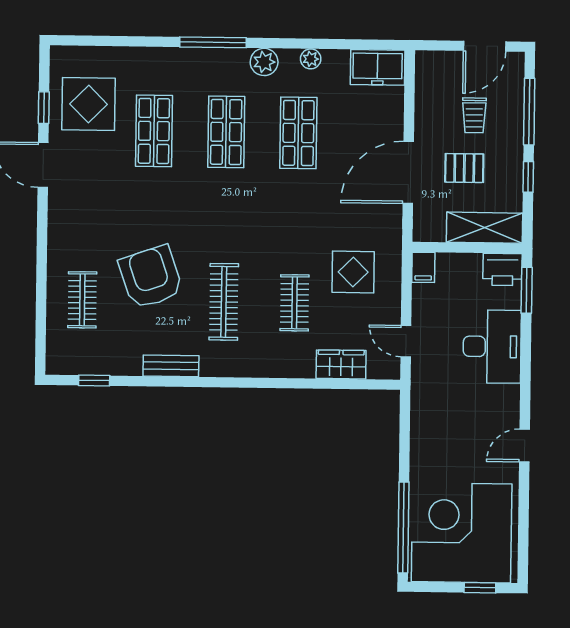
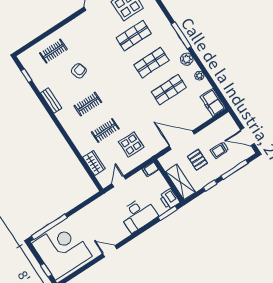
armchair: (151, 277) -> (79, 71), width x0.53, depth x0.53
clothes rail: (224, 302) -> (88, 104), width x0.73

